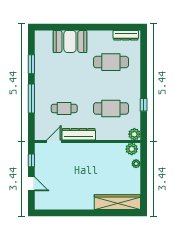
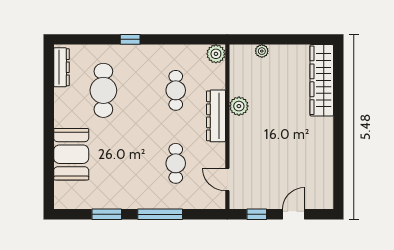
window: (144, 105) -> (130, 39), moved
cafe table: (111, 108) -> (176, 90), width x0.73, depth x0.74
dresser: (79, 134) -> (216, 116), moved
plant: (132, 149) -> (239, 106), moved

